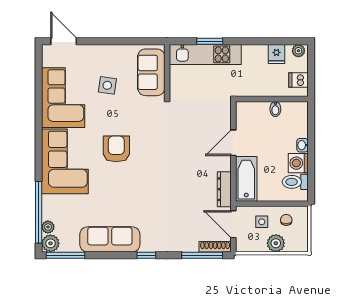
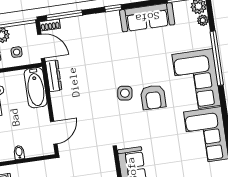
side table: (107, 85) -> (125, 93), moved
door: (233, 143) -> (54, 133), moved
window: (39, 212) -> (217, 58), moved
shoe rack: (215, 247) -> (50, 25), width x0.70

